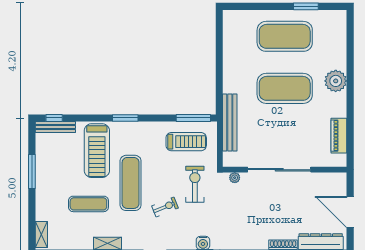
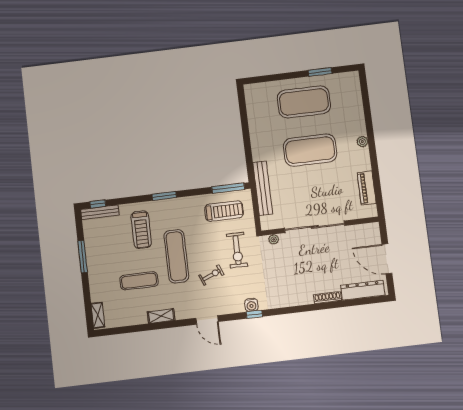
plant: (336, 81) -> (362, 142), width x0.53, depth x0.53
treadmill: (97, 151) -> (141, 230), width x0.73, depth x0.73
exercise bike: (195, 184) -> (237, 250), turned 180

